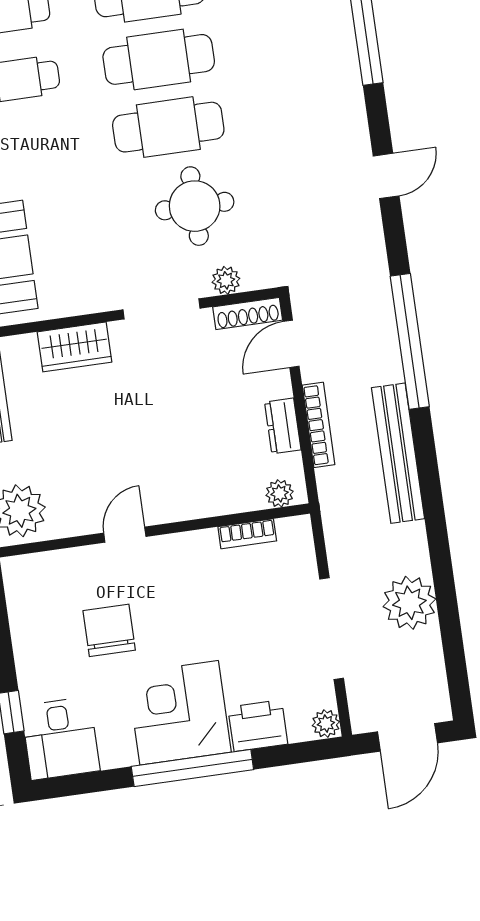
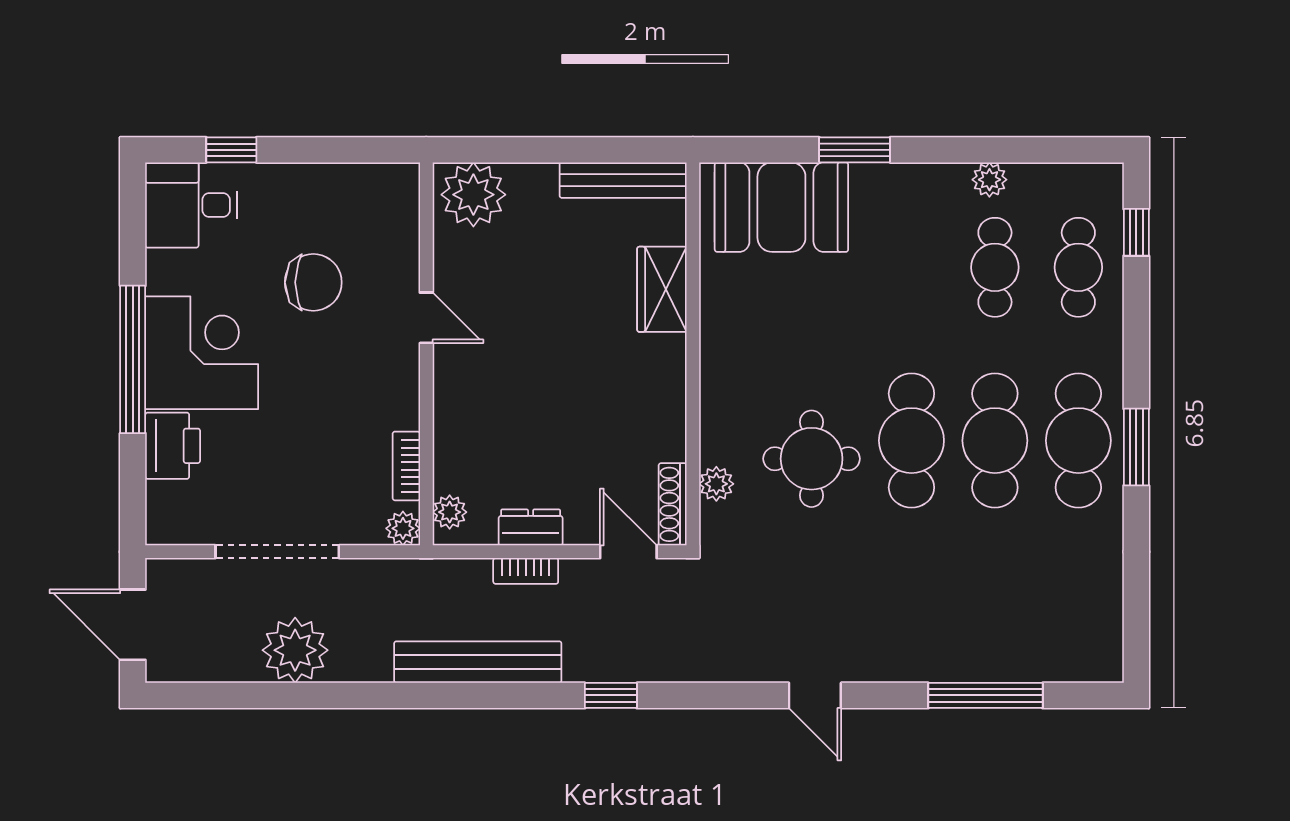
doorway: (161, 309) -> (693, 401), removed
window: (410, 341) -> (611, 695), width x0.32
bookcase: (319, 425) -> (526, 571), width x0.64
plant: (326, 724) -> (403, 528), moved

